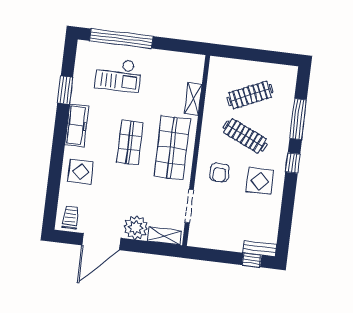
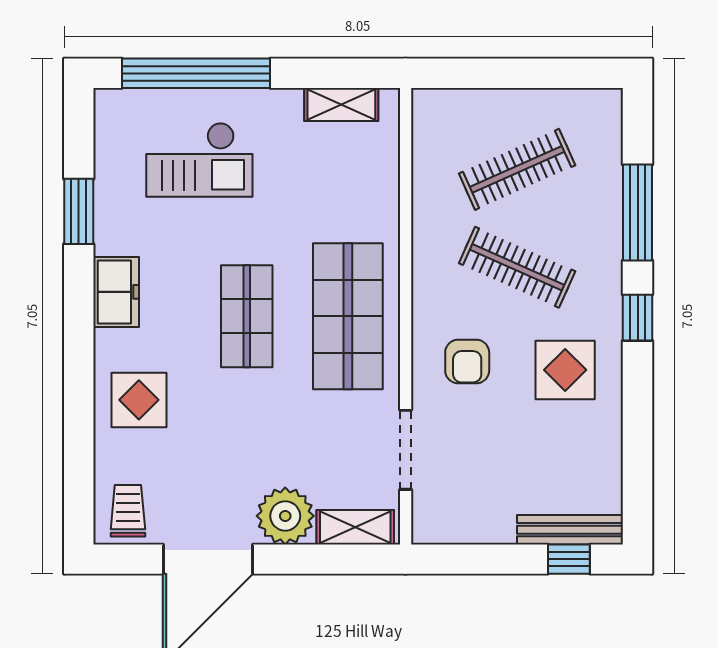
shelving: (193, 99) -> (341, 105), moved, turned 90
freezer: (77, 126) -> (116, 292), width x0.71
bench: (260, 249) -> (570, 530), width x1.36

